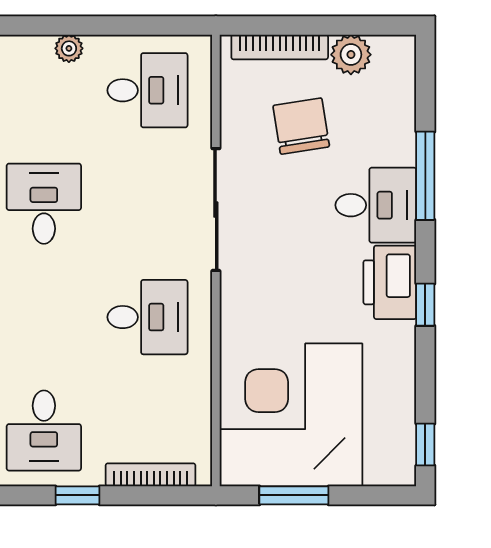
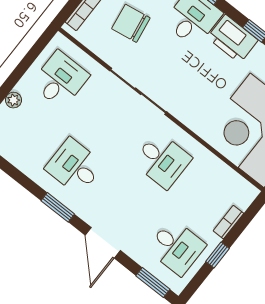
desk: (147, 317) -> (162, 160), turned 90
bookcase: (151, 475) -> (228, 222), width x0.64

